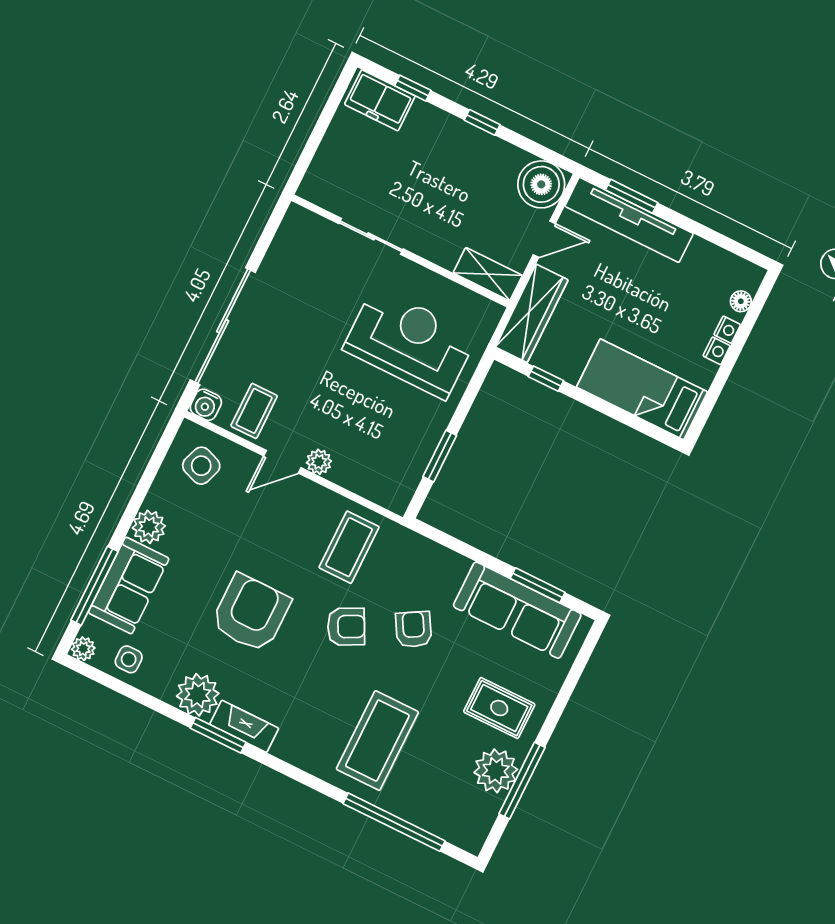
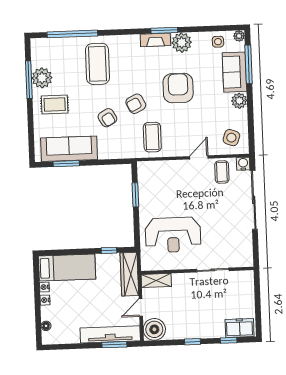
nightstand: (727, 330) -> (44, 287), moved
plant: (319, 462) -> (184, 166), removed
armchair: (251, 613) -> (178, 88), turned 180

